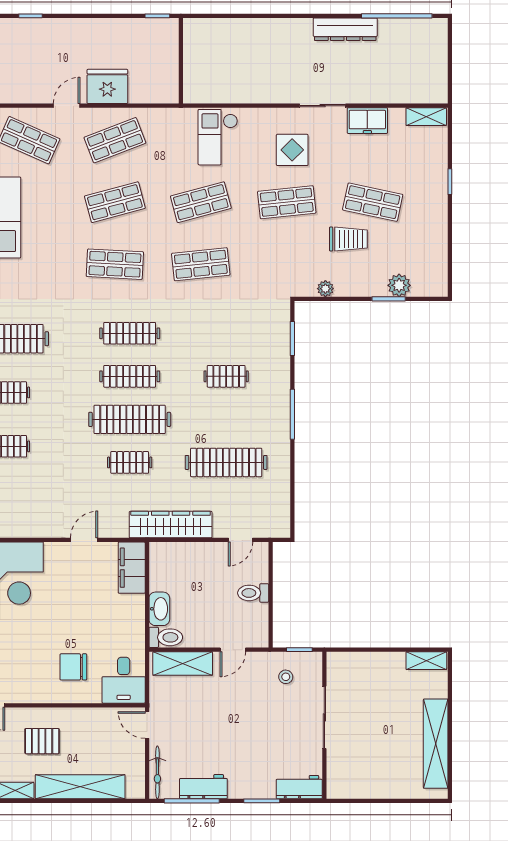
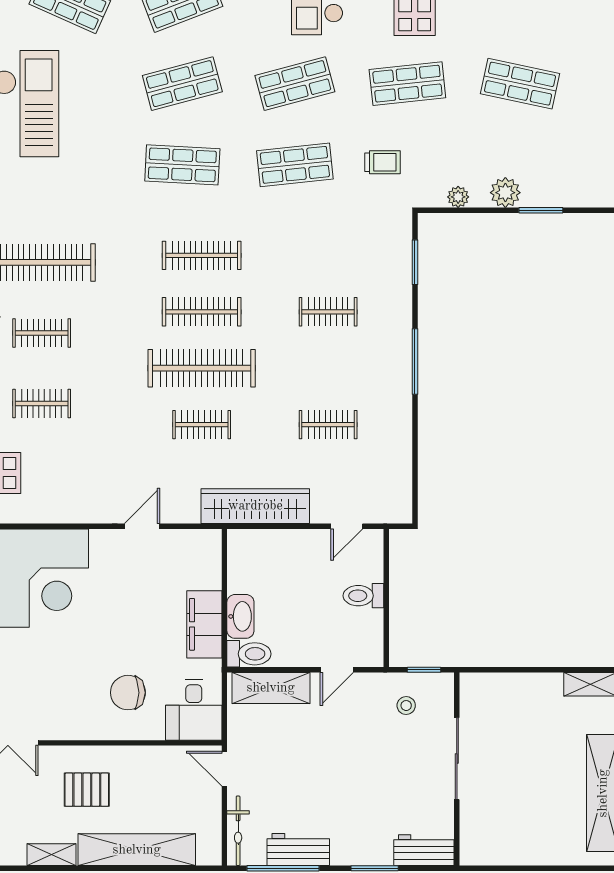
trolley: (348, 239) -> (382, 162), moved, width x0.73, depth x0.72
plant: (399, 285) -> (505, 193), moved
clothes rail: (226, 462) -> (328, 425), width x0.54, depth x0.76
filing cabinet: (132, 568) -> (204, 624), moved

